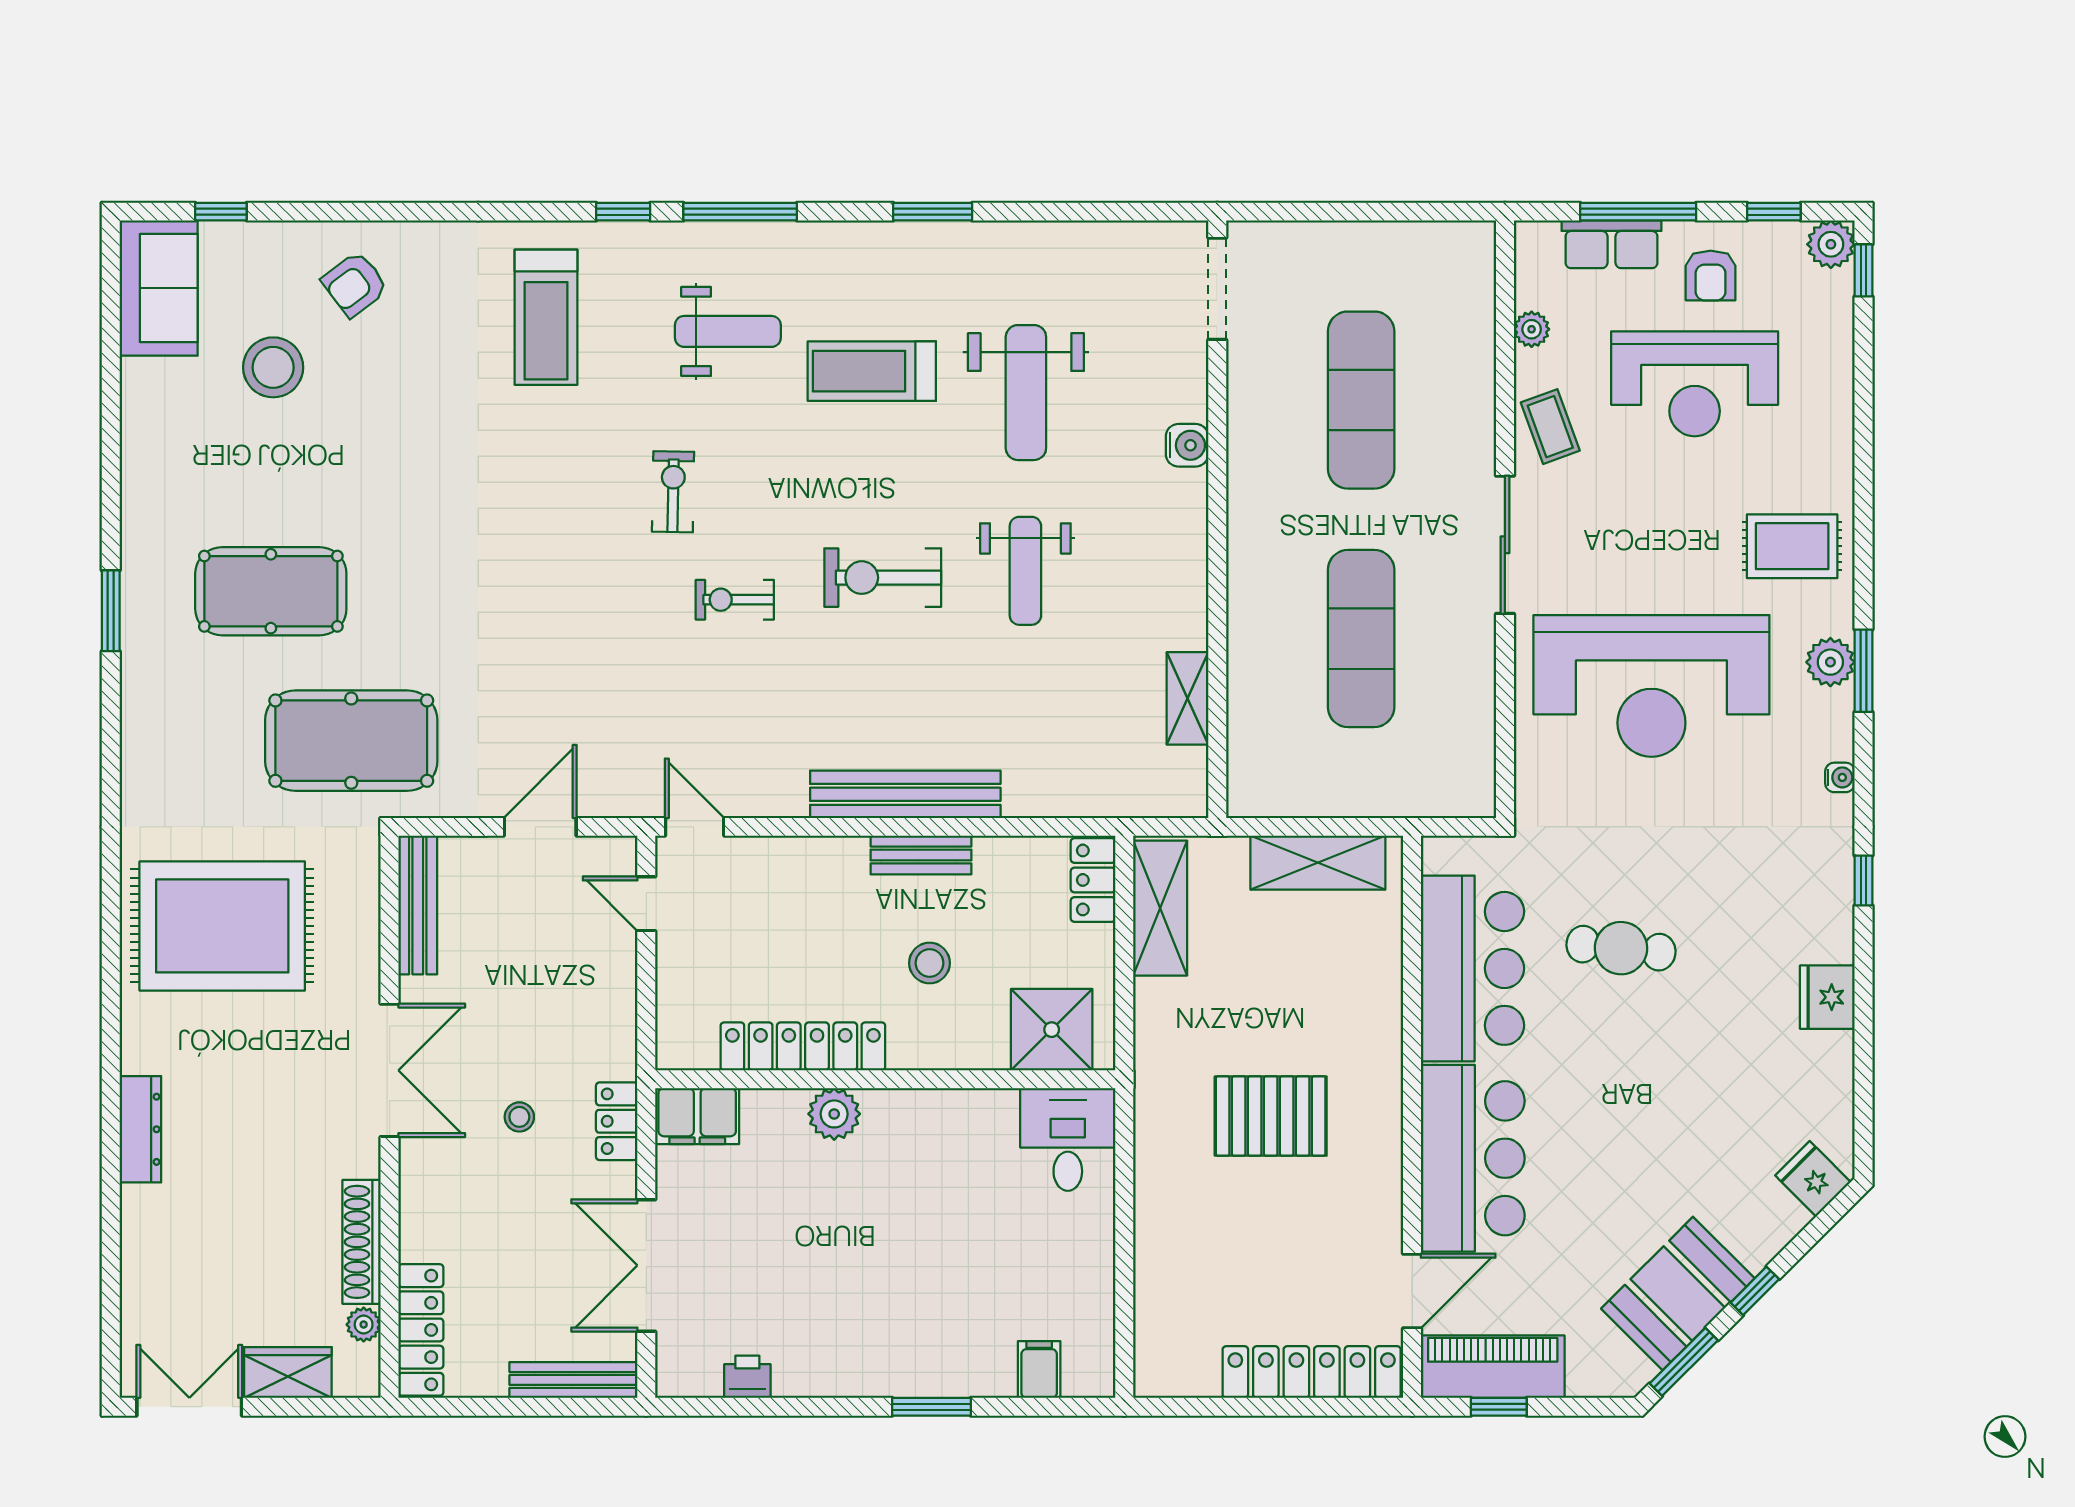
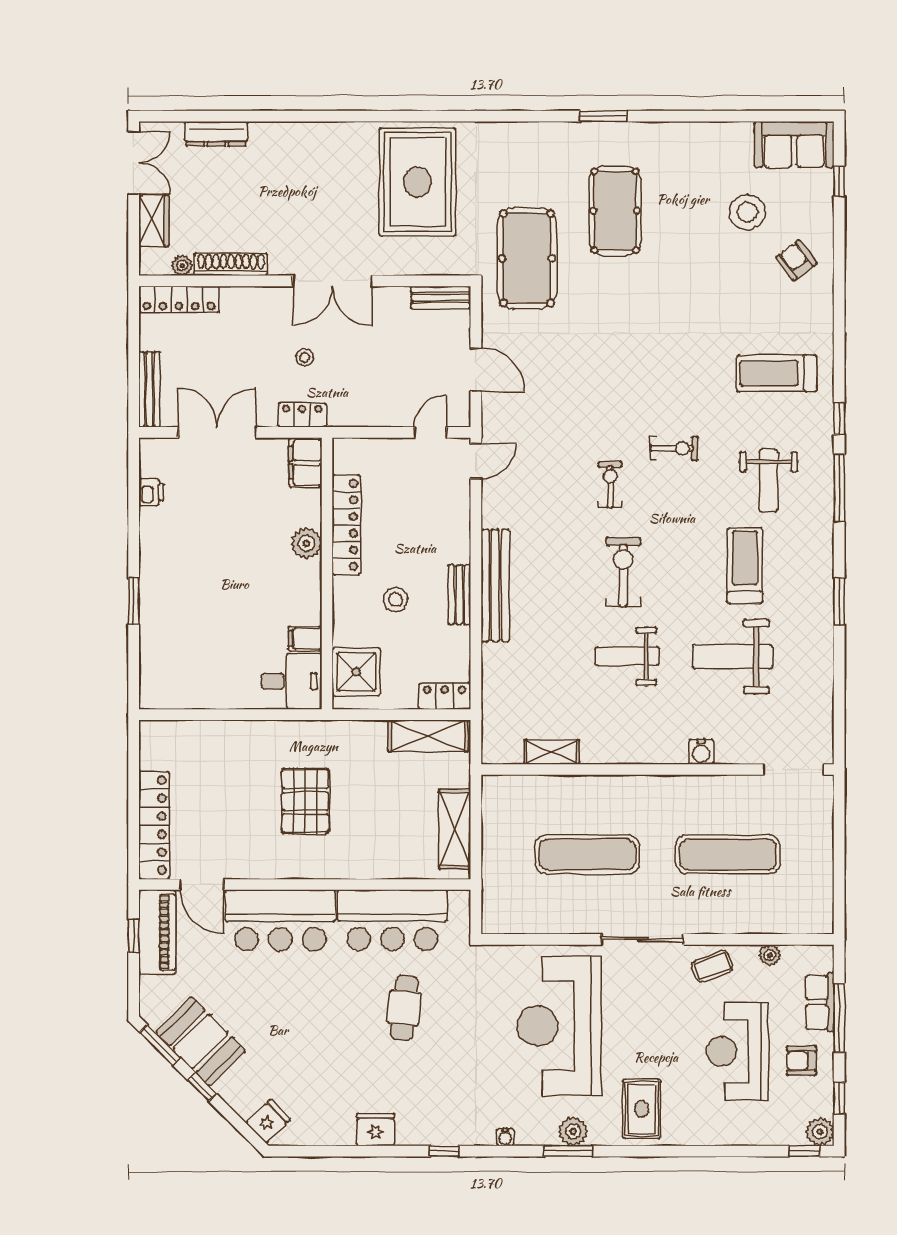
bench: (418, 905) -> (441, 298), width x0.73
dresser: (140, 1129) -> (216, 134), moved
filing cabinet: (1039, 1370) -> (305, 639), moved, turned 180

